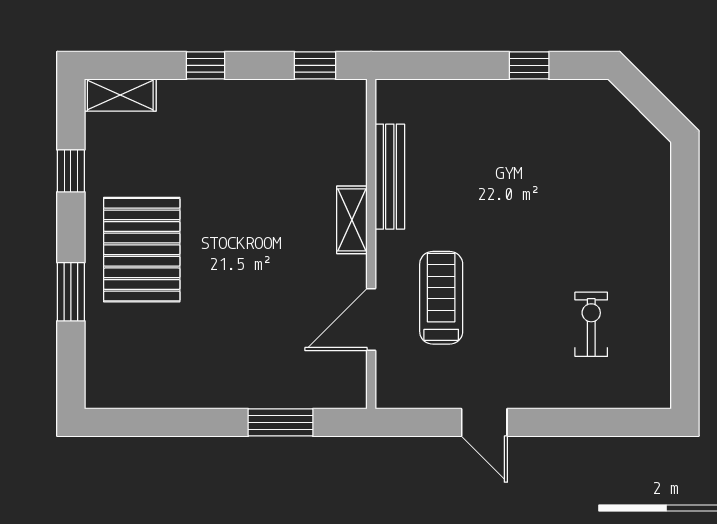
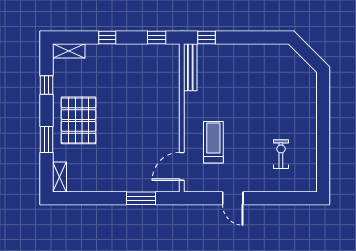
window: (529, 65) -> (207, 37), moved
bench: (390, 177) -> (190, 67), moved
shelving: (352, 220) -> (60, 177), moved
door: (371, 319) -> (182, 166), moved

